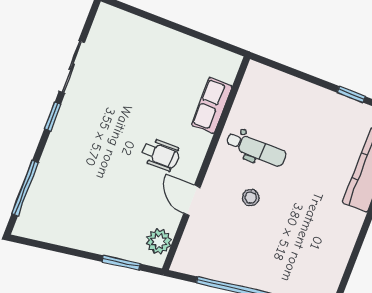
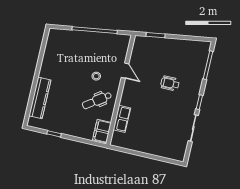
filing cabinet: (255, 86) -> (102, 131), added
dental chair: (256, 149) -> (97, 100), turned -36
wheelchair: (160, 155) -> (170, 83), moved
plant: (159, 242) -> (138, 48), removed

